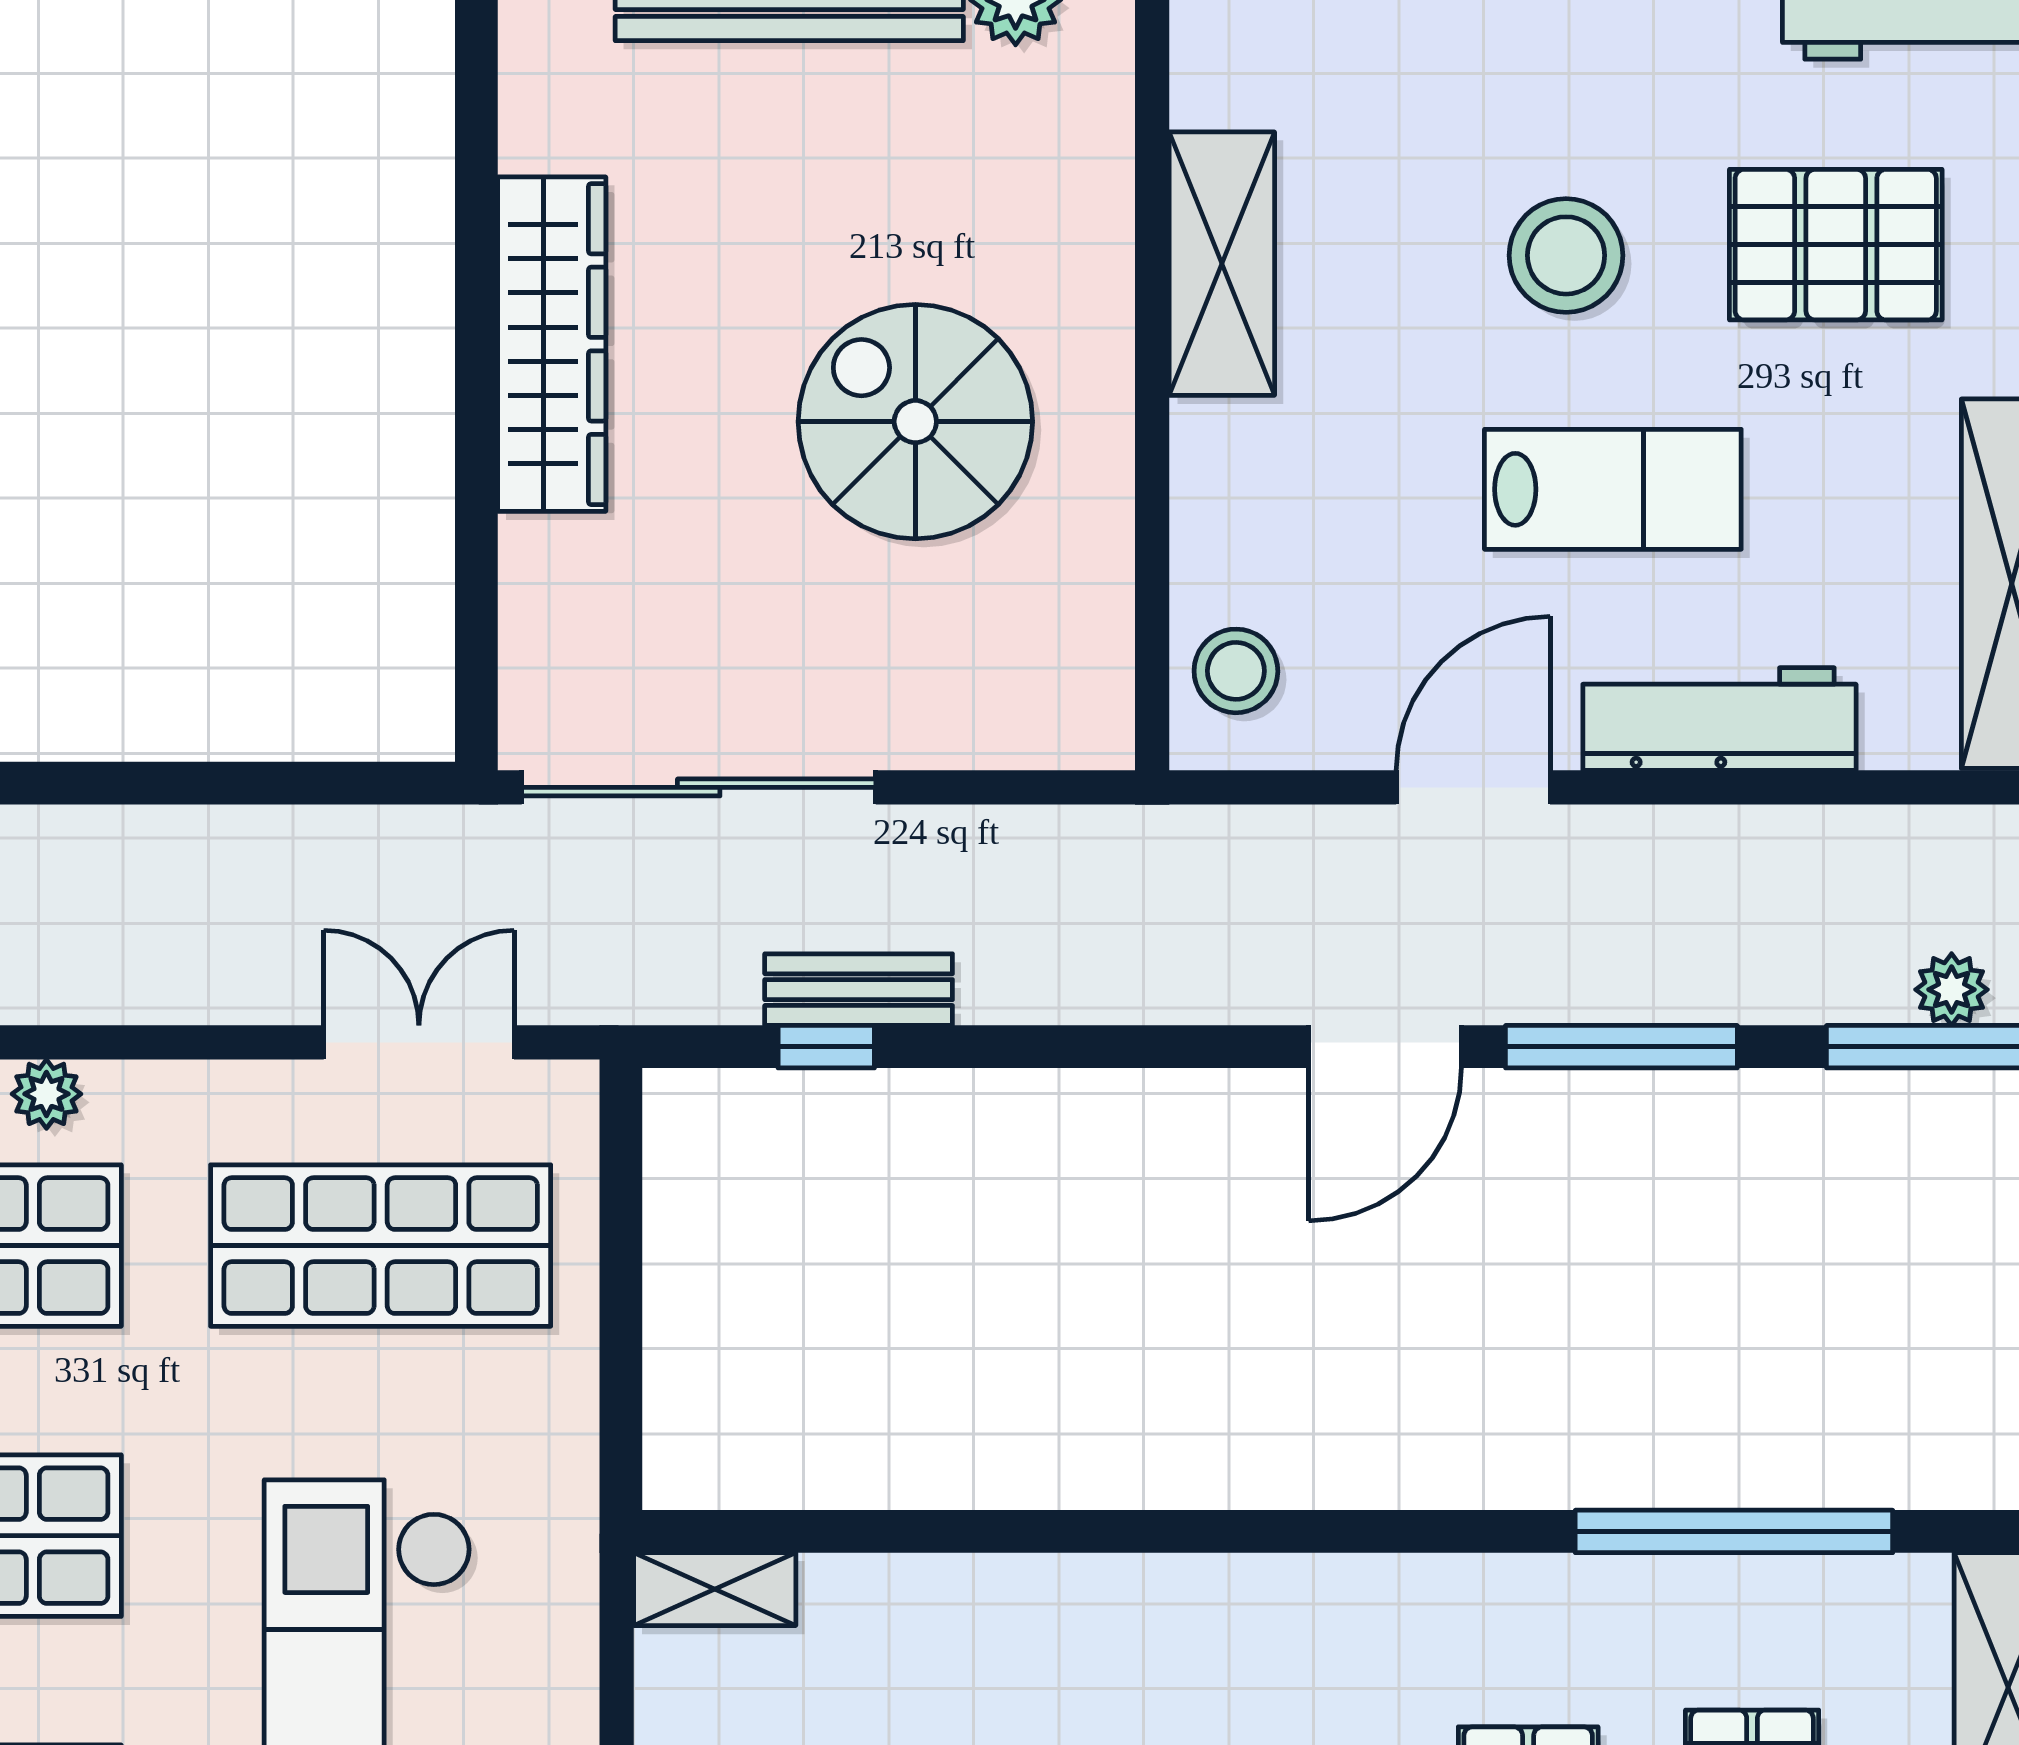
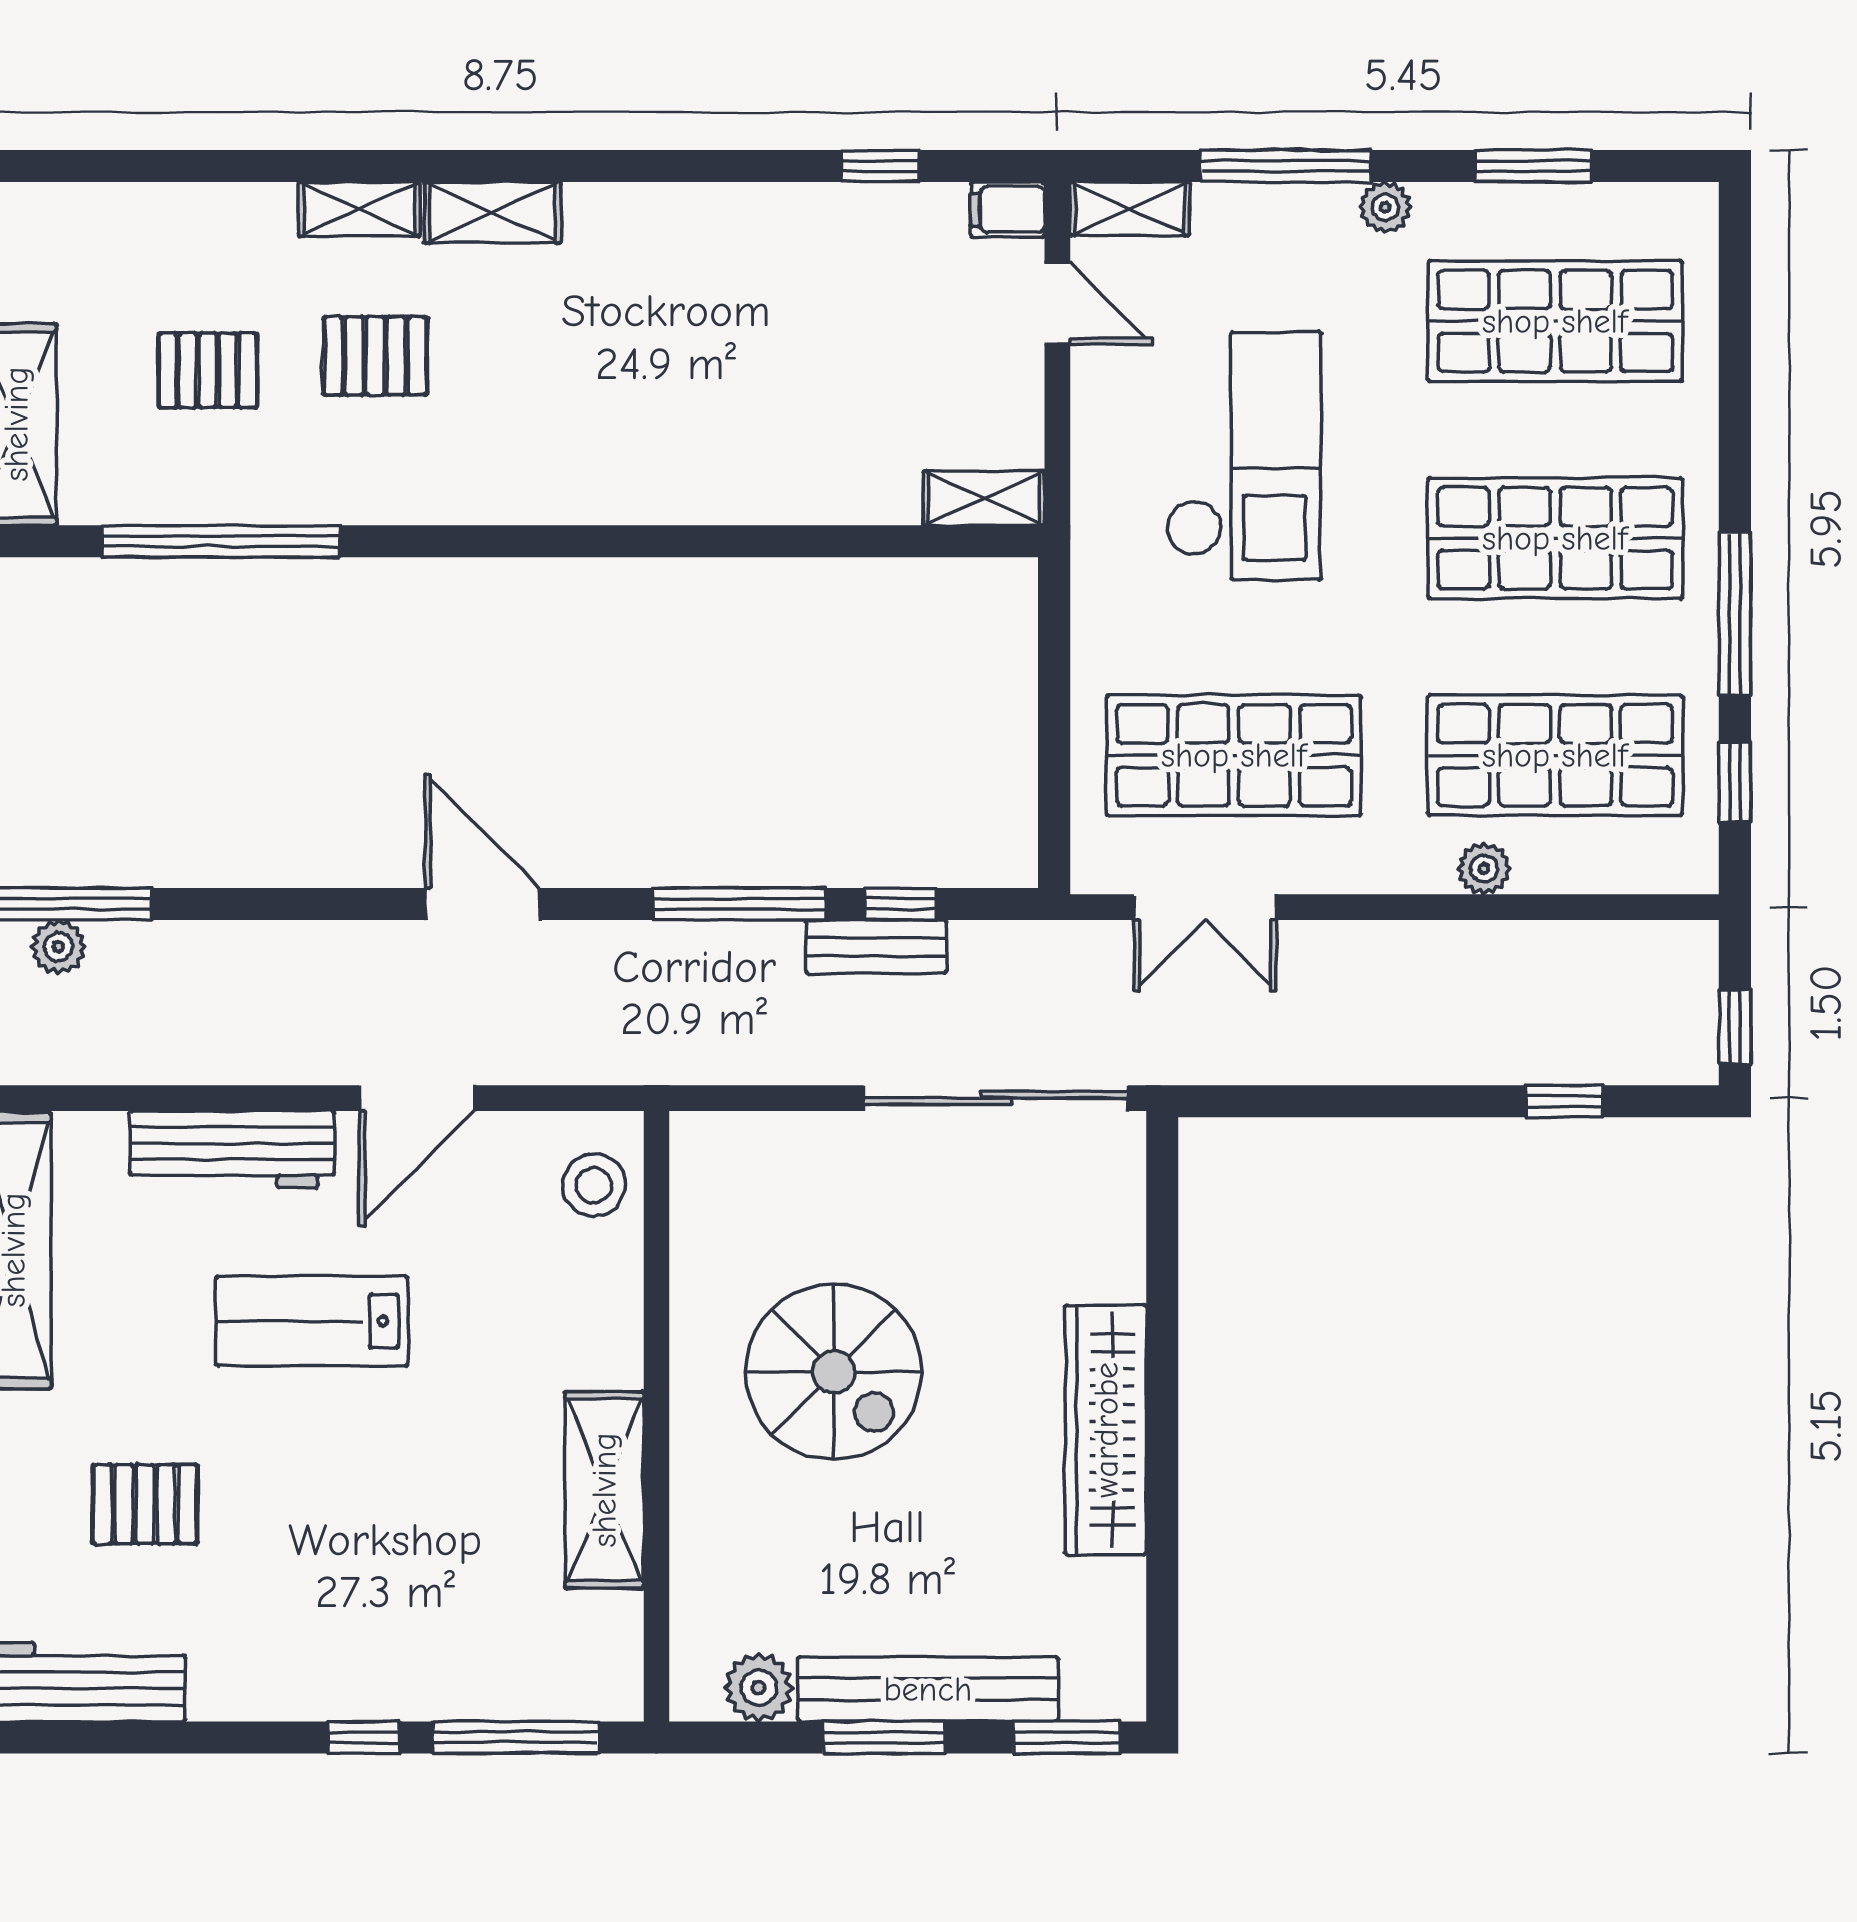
pallet: (1836, 245) -> (145, 1504), width x0.67, depth x0.71
stool: (1566, 255) -> (347, 1496), removed
door: (1385, 1047) -> (482, 904), hinge flipped
window: (1621, 1047) -> (739, 904), moved

